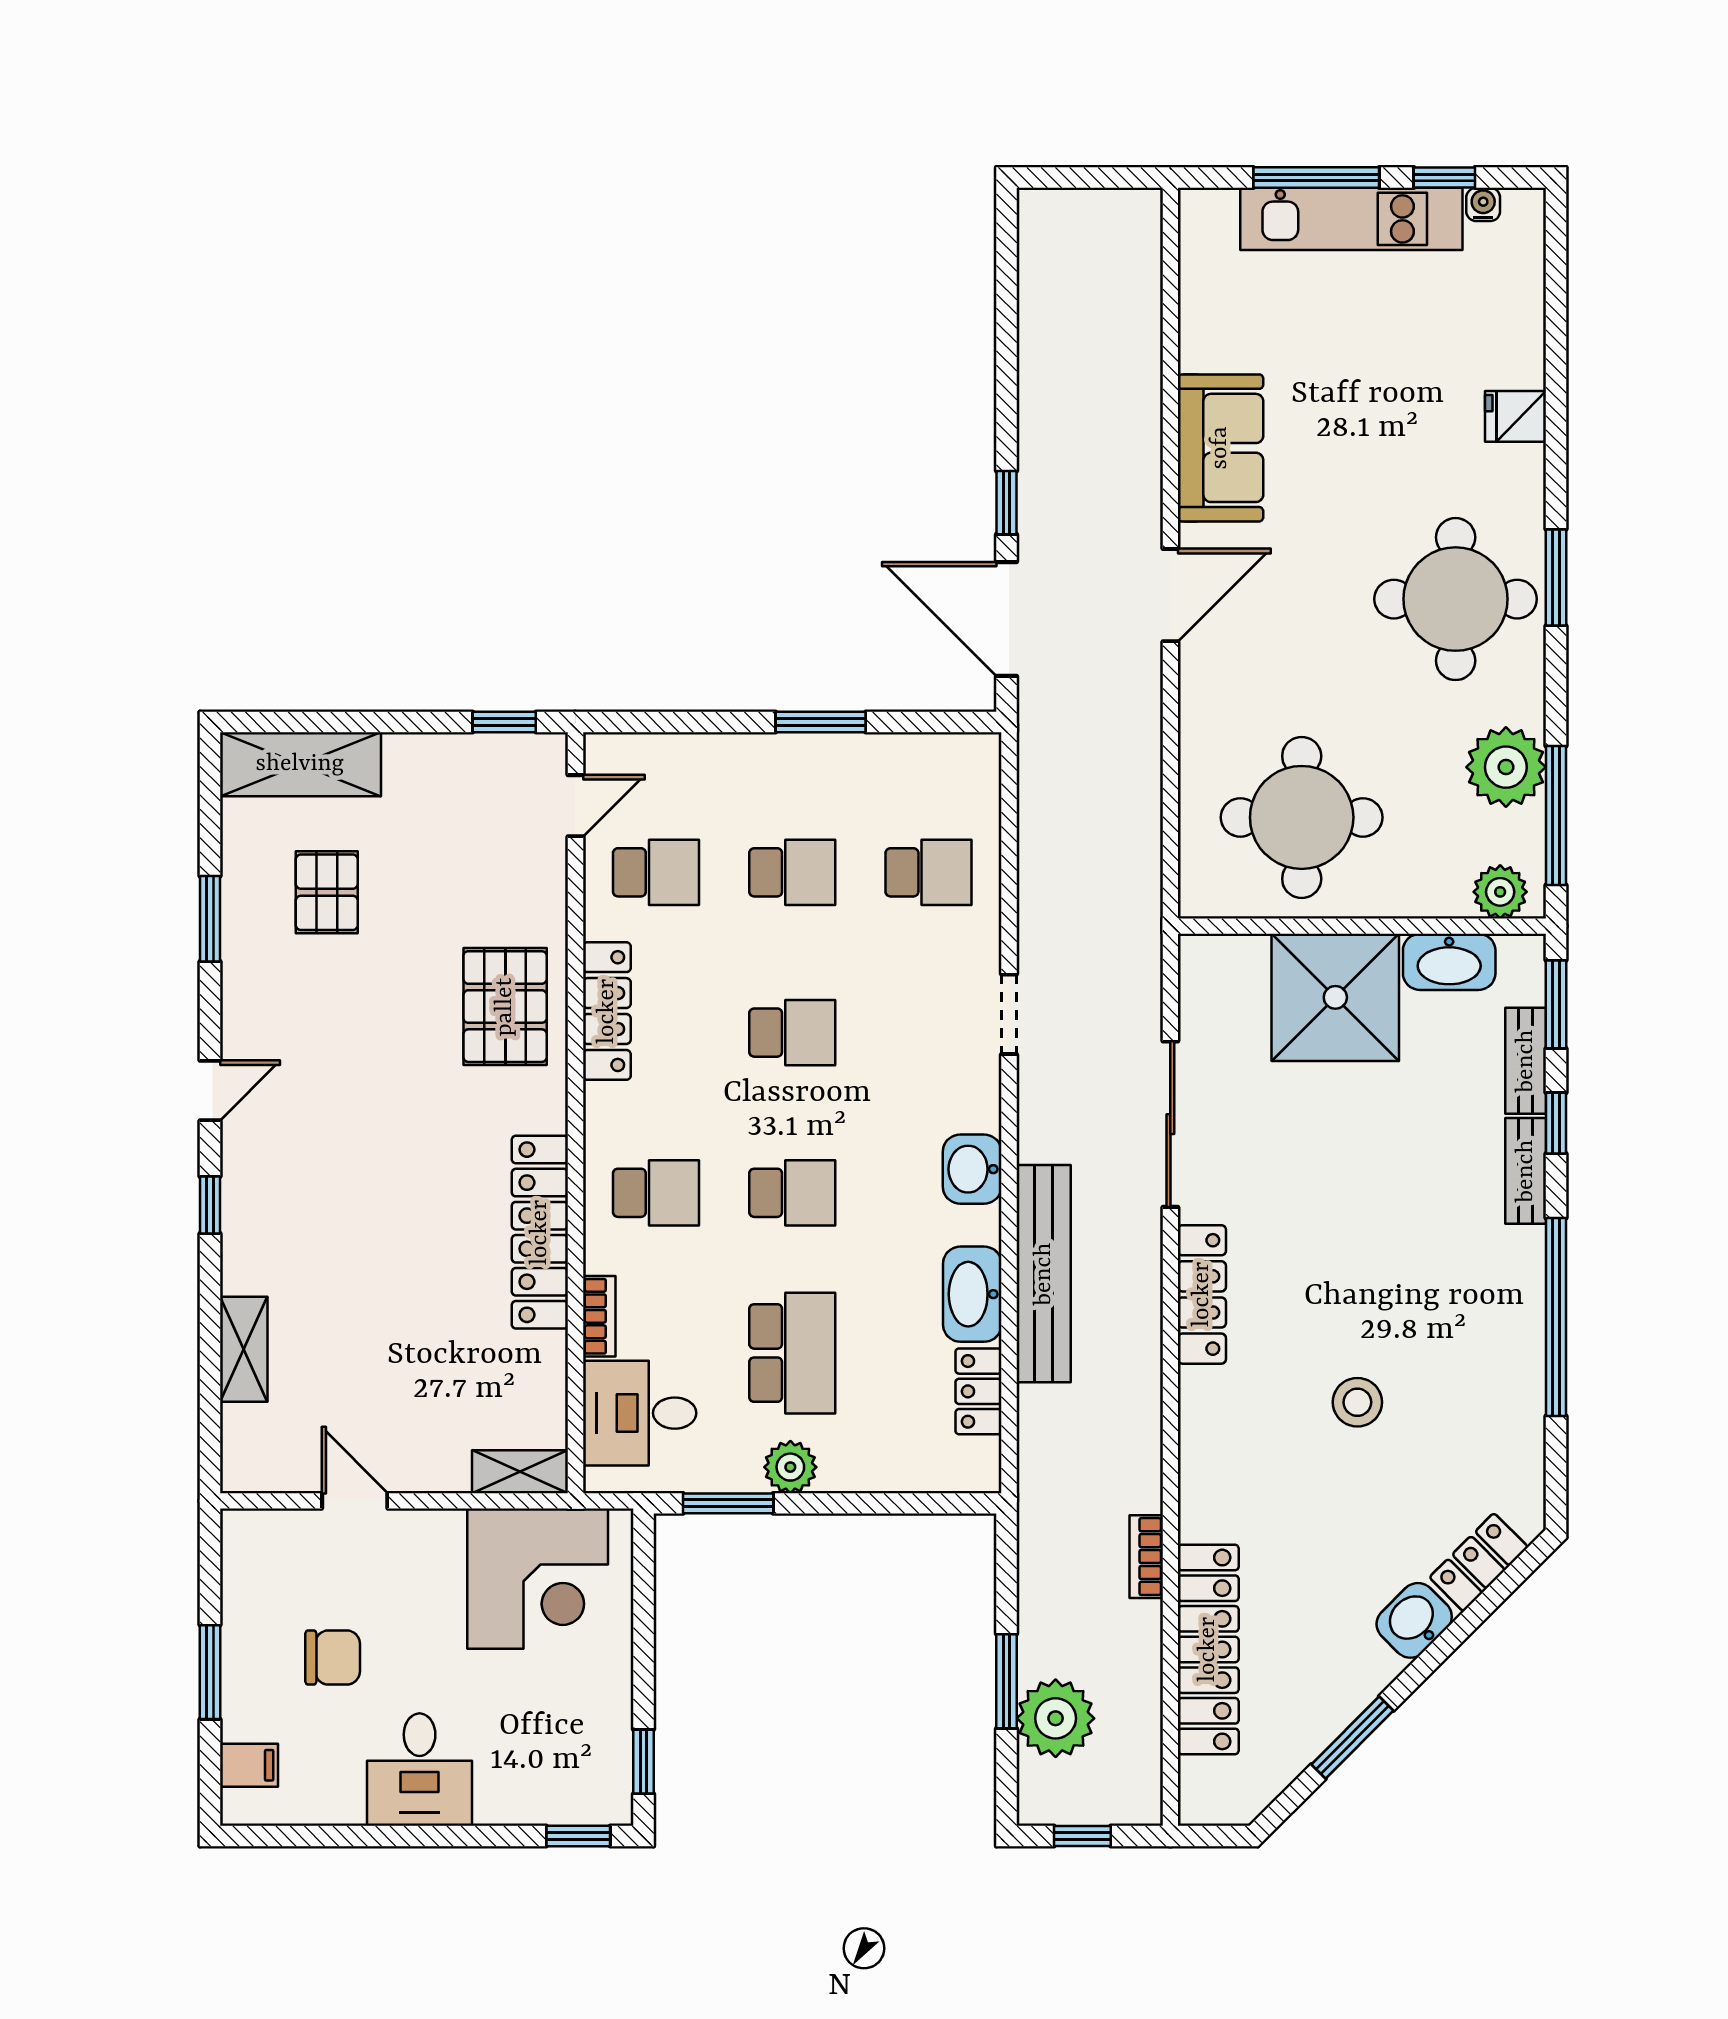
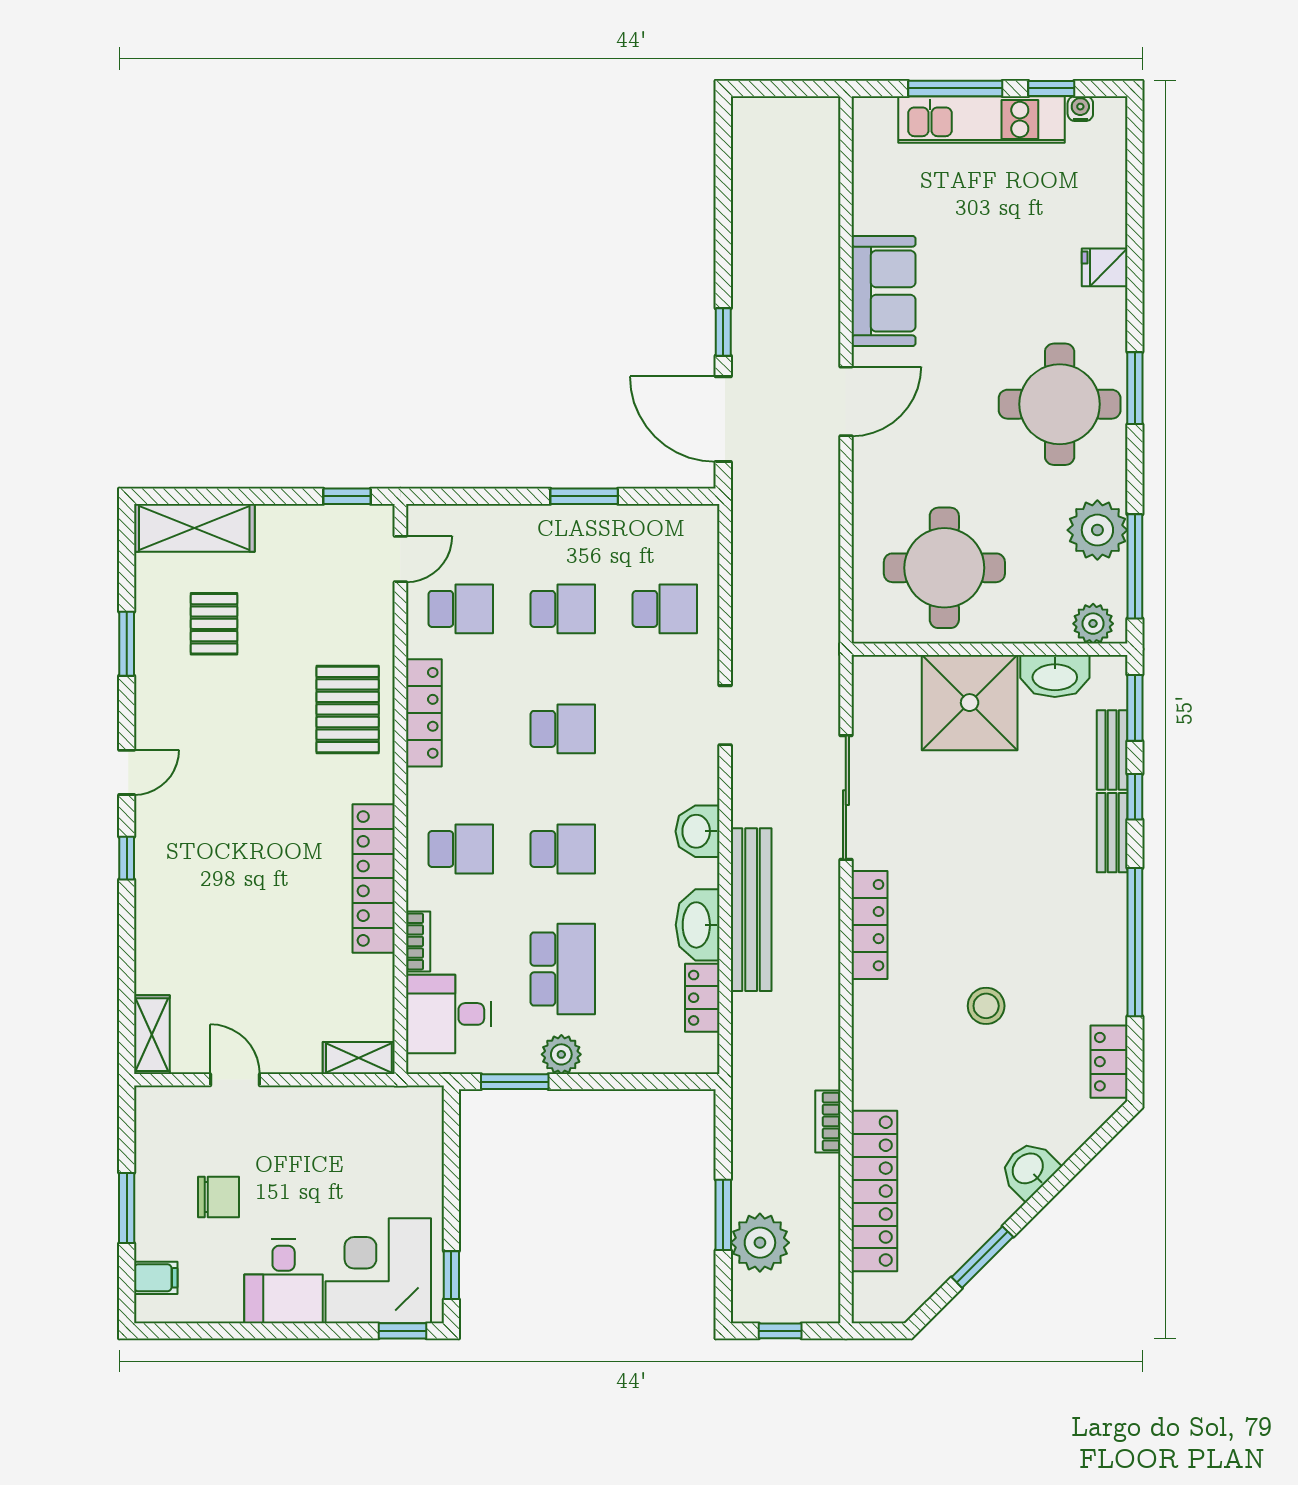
shelving: (244, 1349) -> (152, 1035), moved
locker: (1479, 1562) -> (1109, 1062), moved, turned -45
corner desk: (538, 1579) -> (378, 1271), moved, turned 180

